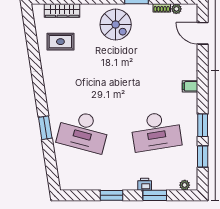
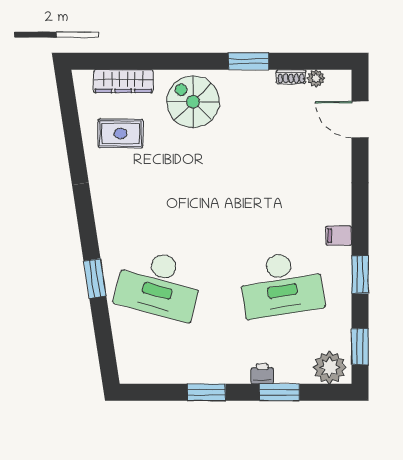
spiral stairs: (116, 25) -> (193, 102), moved, turned 180
filing cabinet: (190, 86) -> (339, 236), moved
window: (203, 157) -> (360, 347), moved
plant: (185, 185) -> (330, 367), width x1.88, depth x1.88

